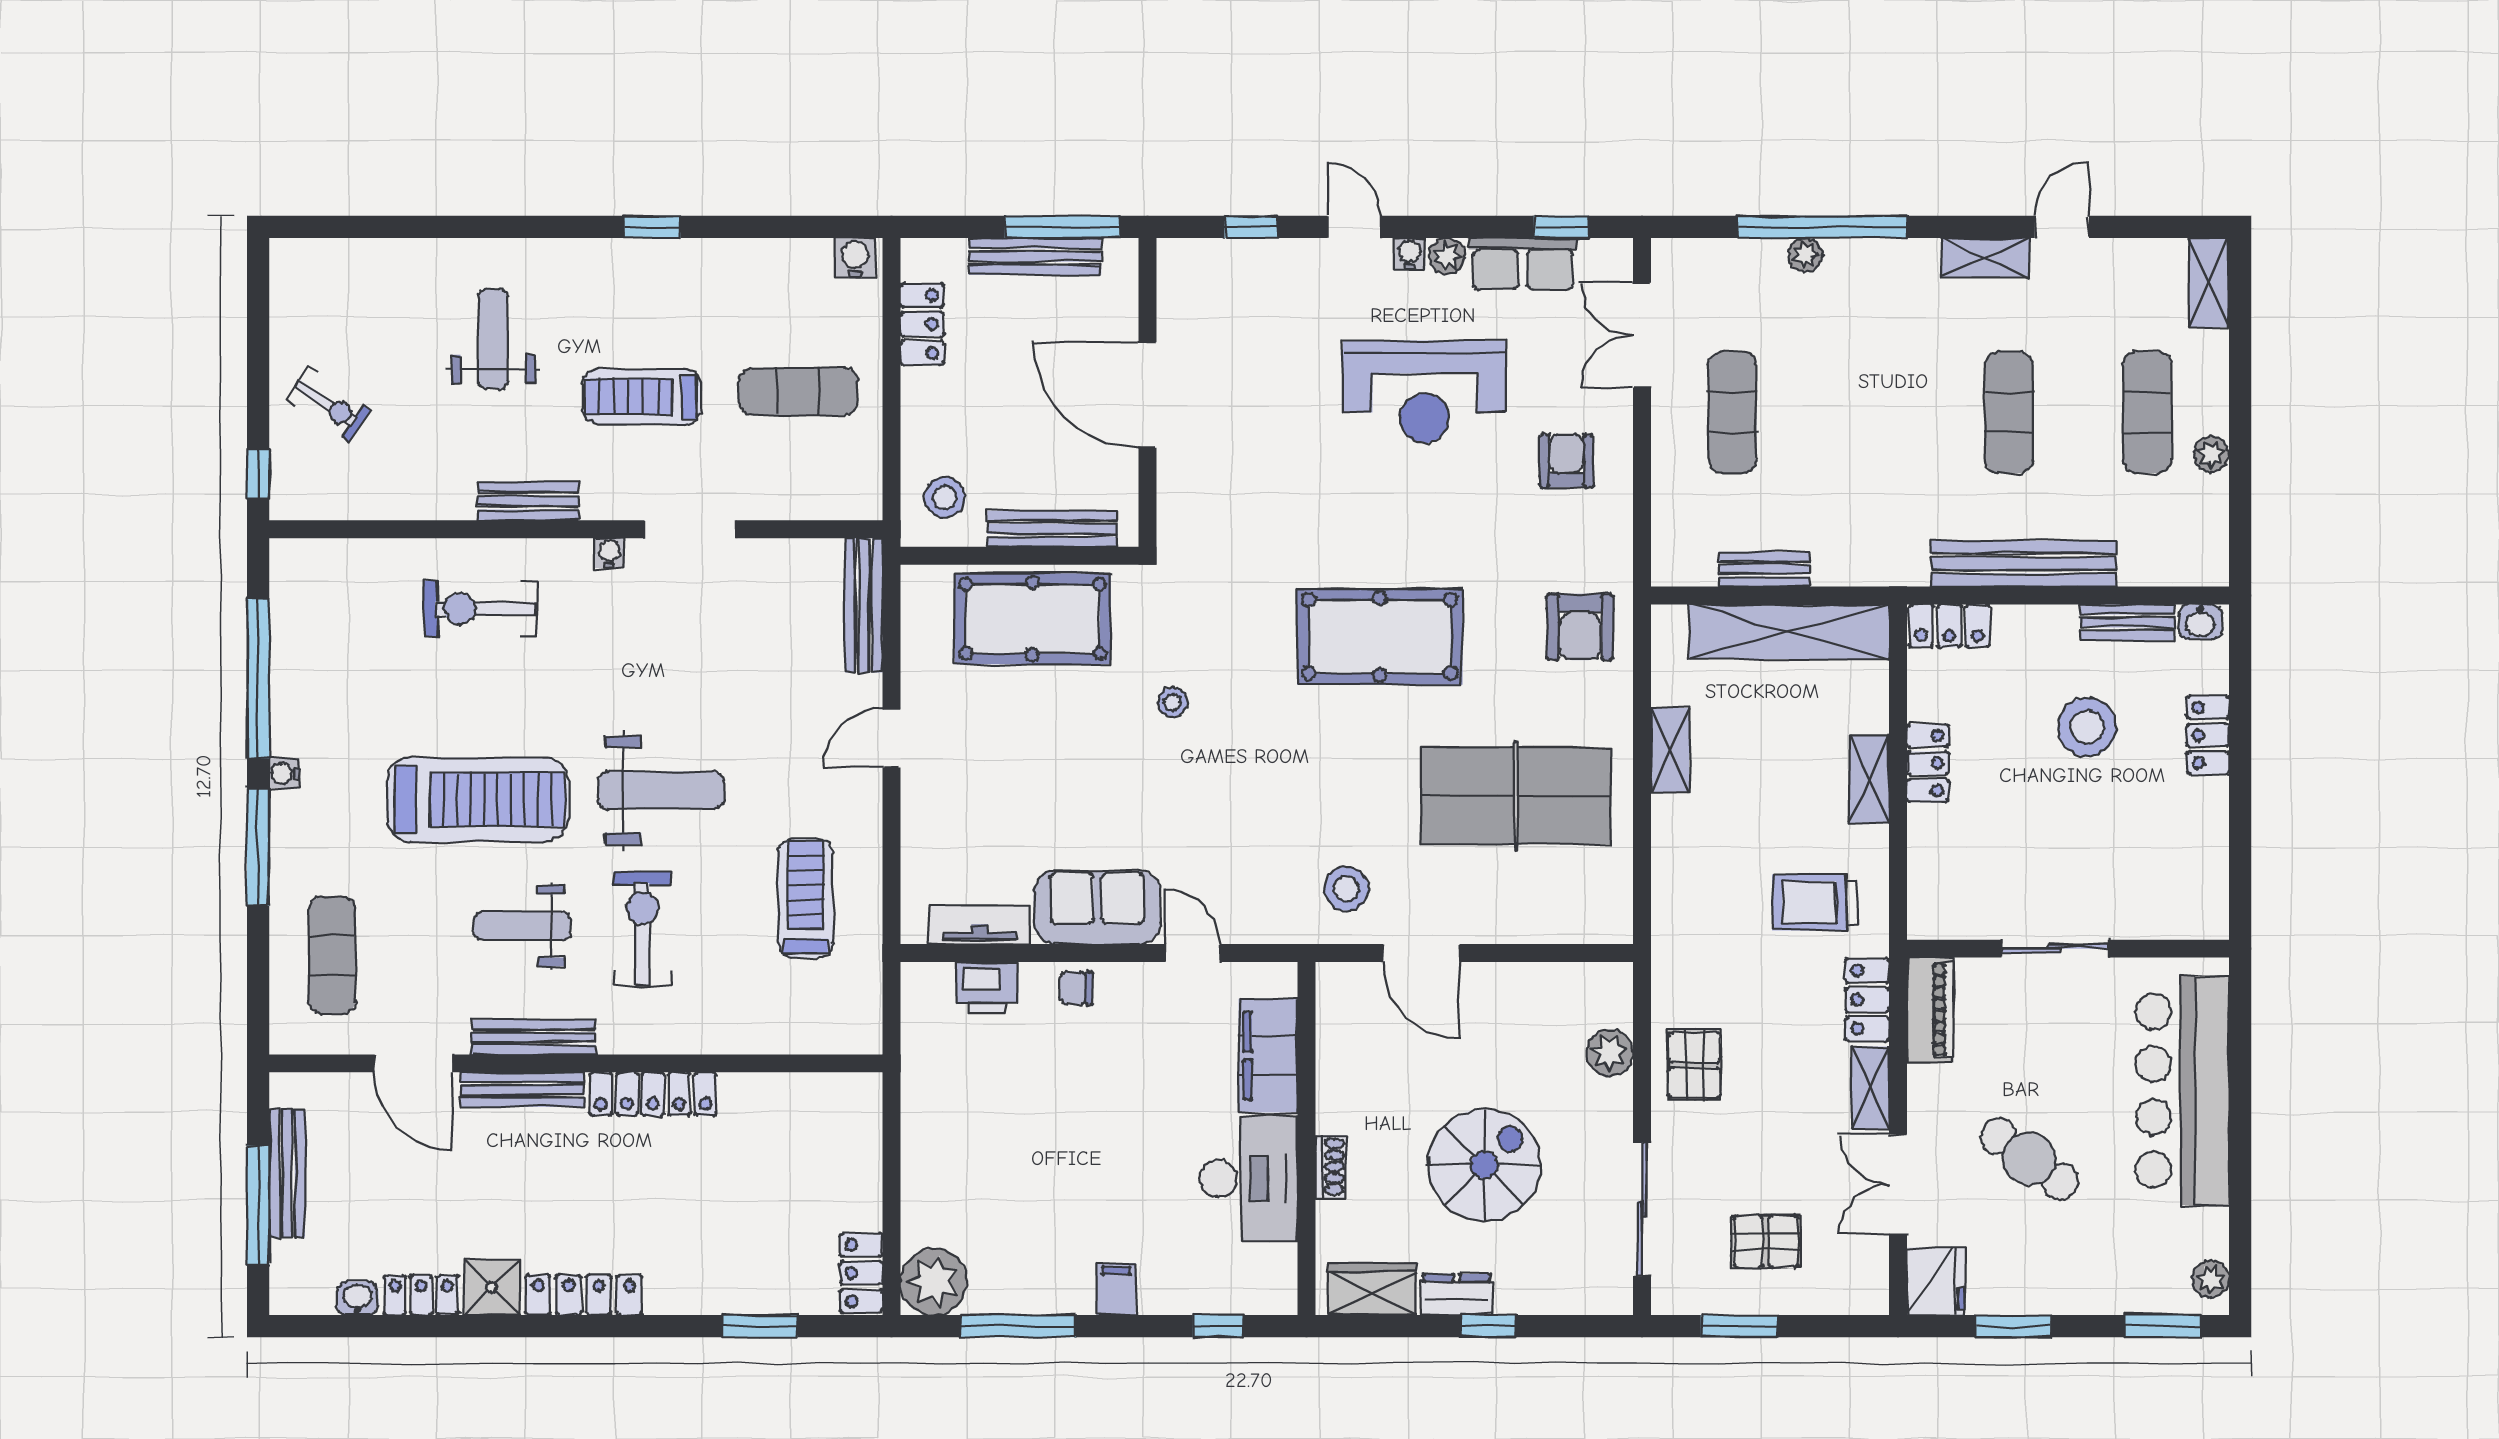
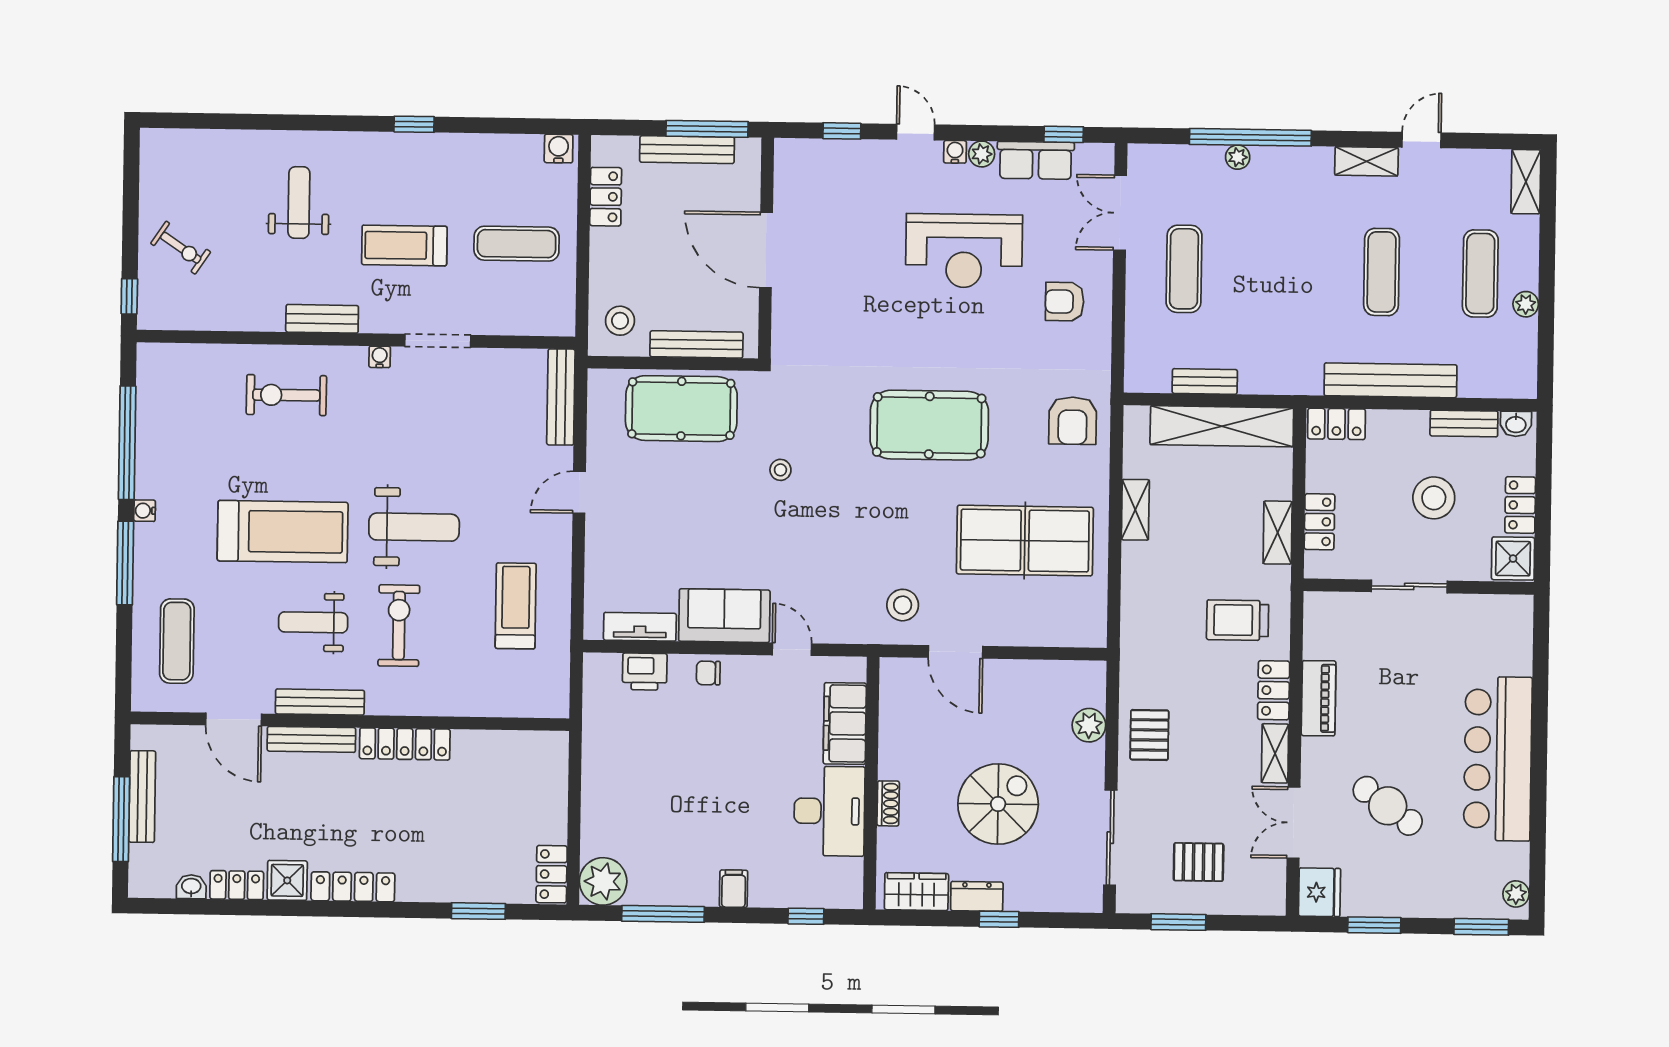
armchair: (1566, 461) -> (1065, 302), turned -90
shower: (2199, 810) -> (1513, 559), added
sliding door: (2055, 949) -> (1409, 586), moved
wall: (2068, 949) -> (1419, 587), moved

